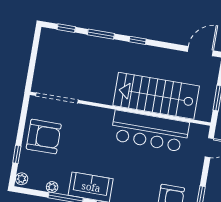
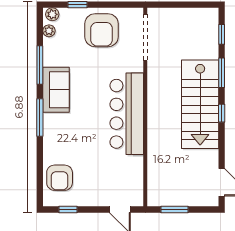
stairs: (156, 96) -> (200, 104), moved, turned 180
bar counter: (150, 131) -> (127, 114), moved
plant: (52, 187) -> (49, 31), moved

